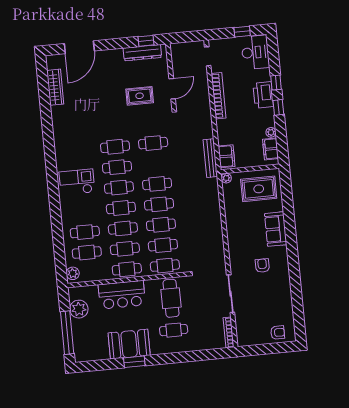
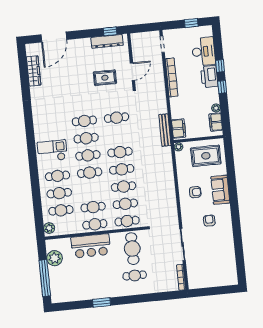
desk: (255, 52) -> (203, 51), moved
cafe table: (123, 228) -> (57, 176), moved
armchair: (278, 333) -> (195, 192), moved
booth: (129, 344) -> (97, 288), removed

